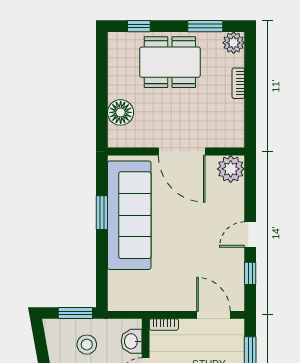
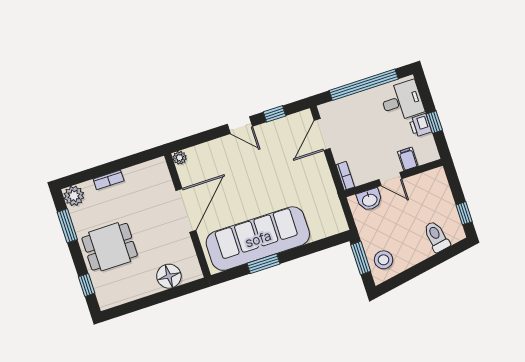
dining table: (170, 62) -> (110, 247), width x0.73
plant: (231, 169) -> (180, 158), width x0.53, depth x0.53
stool: (87, 345) -> (384, 260), moved

